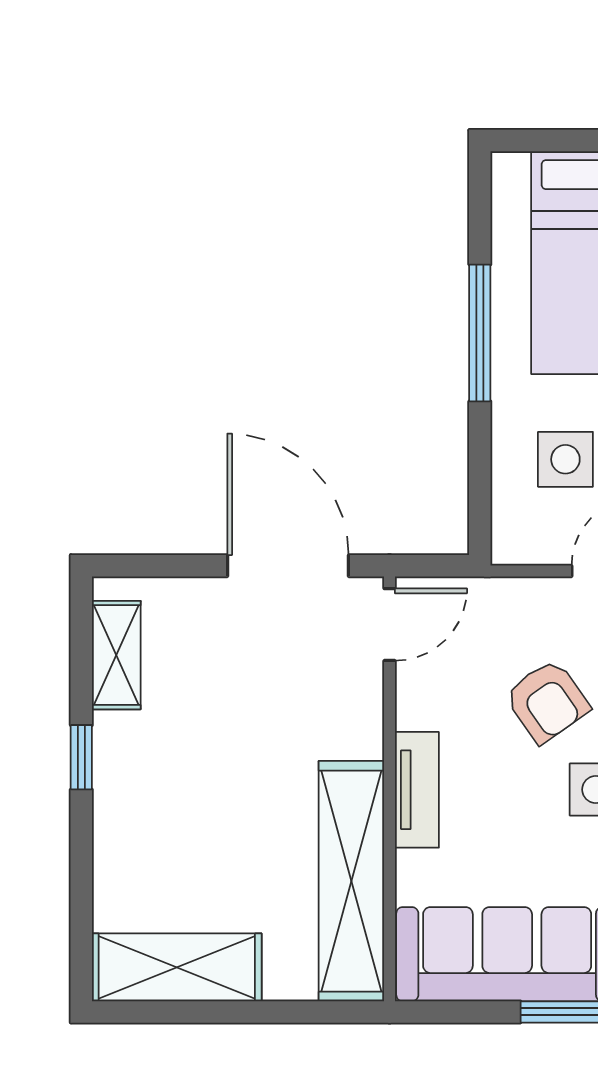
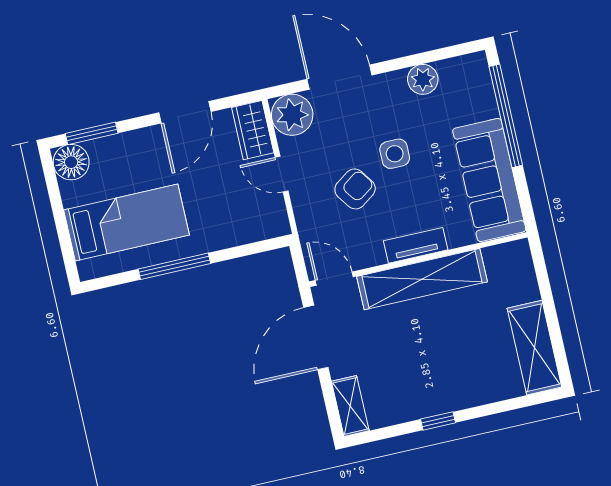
side table: (565, 459) -> (229, 208), removed
shelving: (116, 655) -> (350, 406), moved, turned 90
shelving: (351, 881) -> (422, 279), moved

